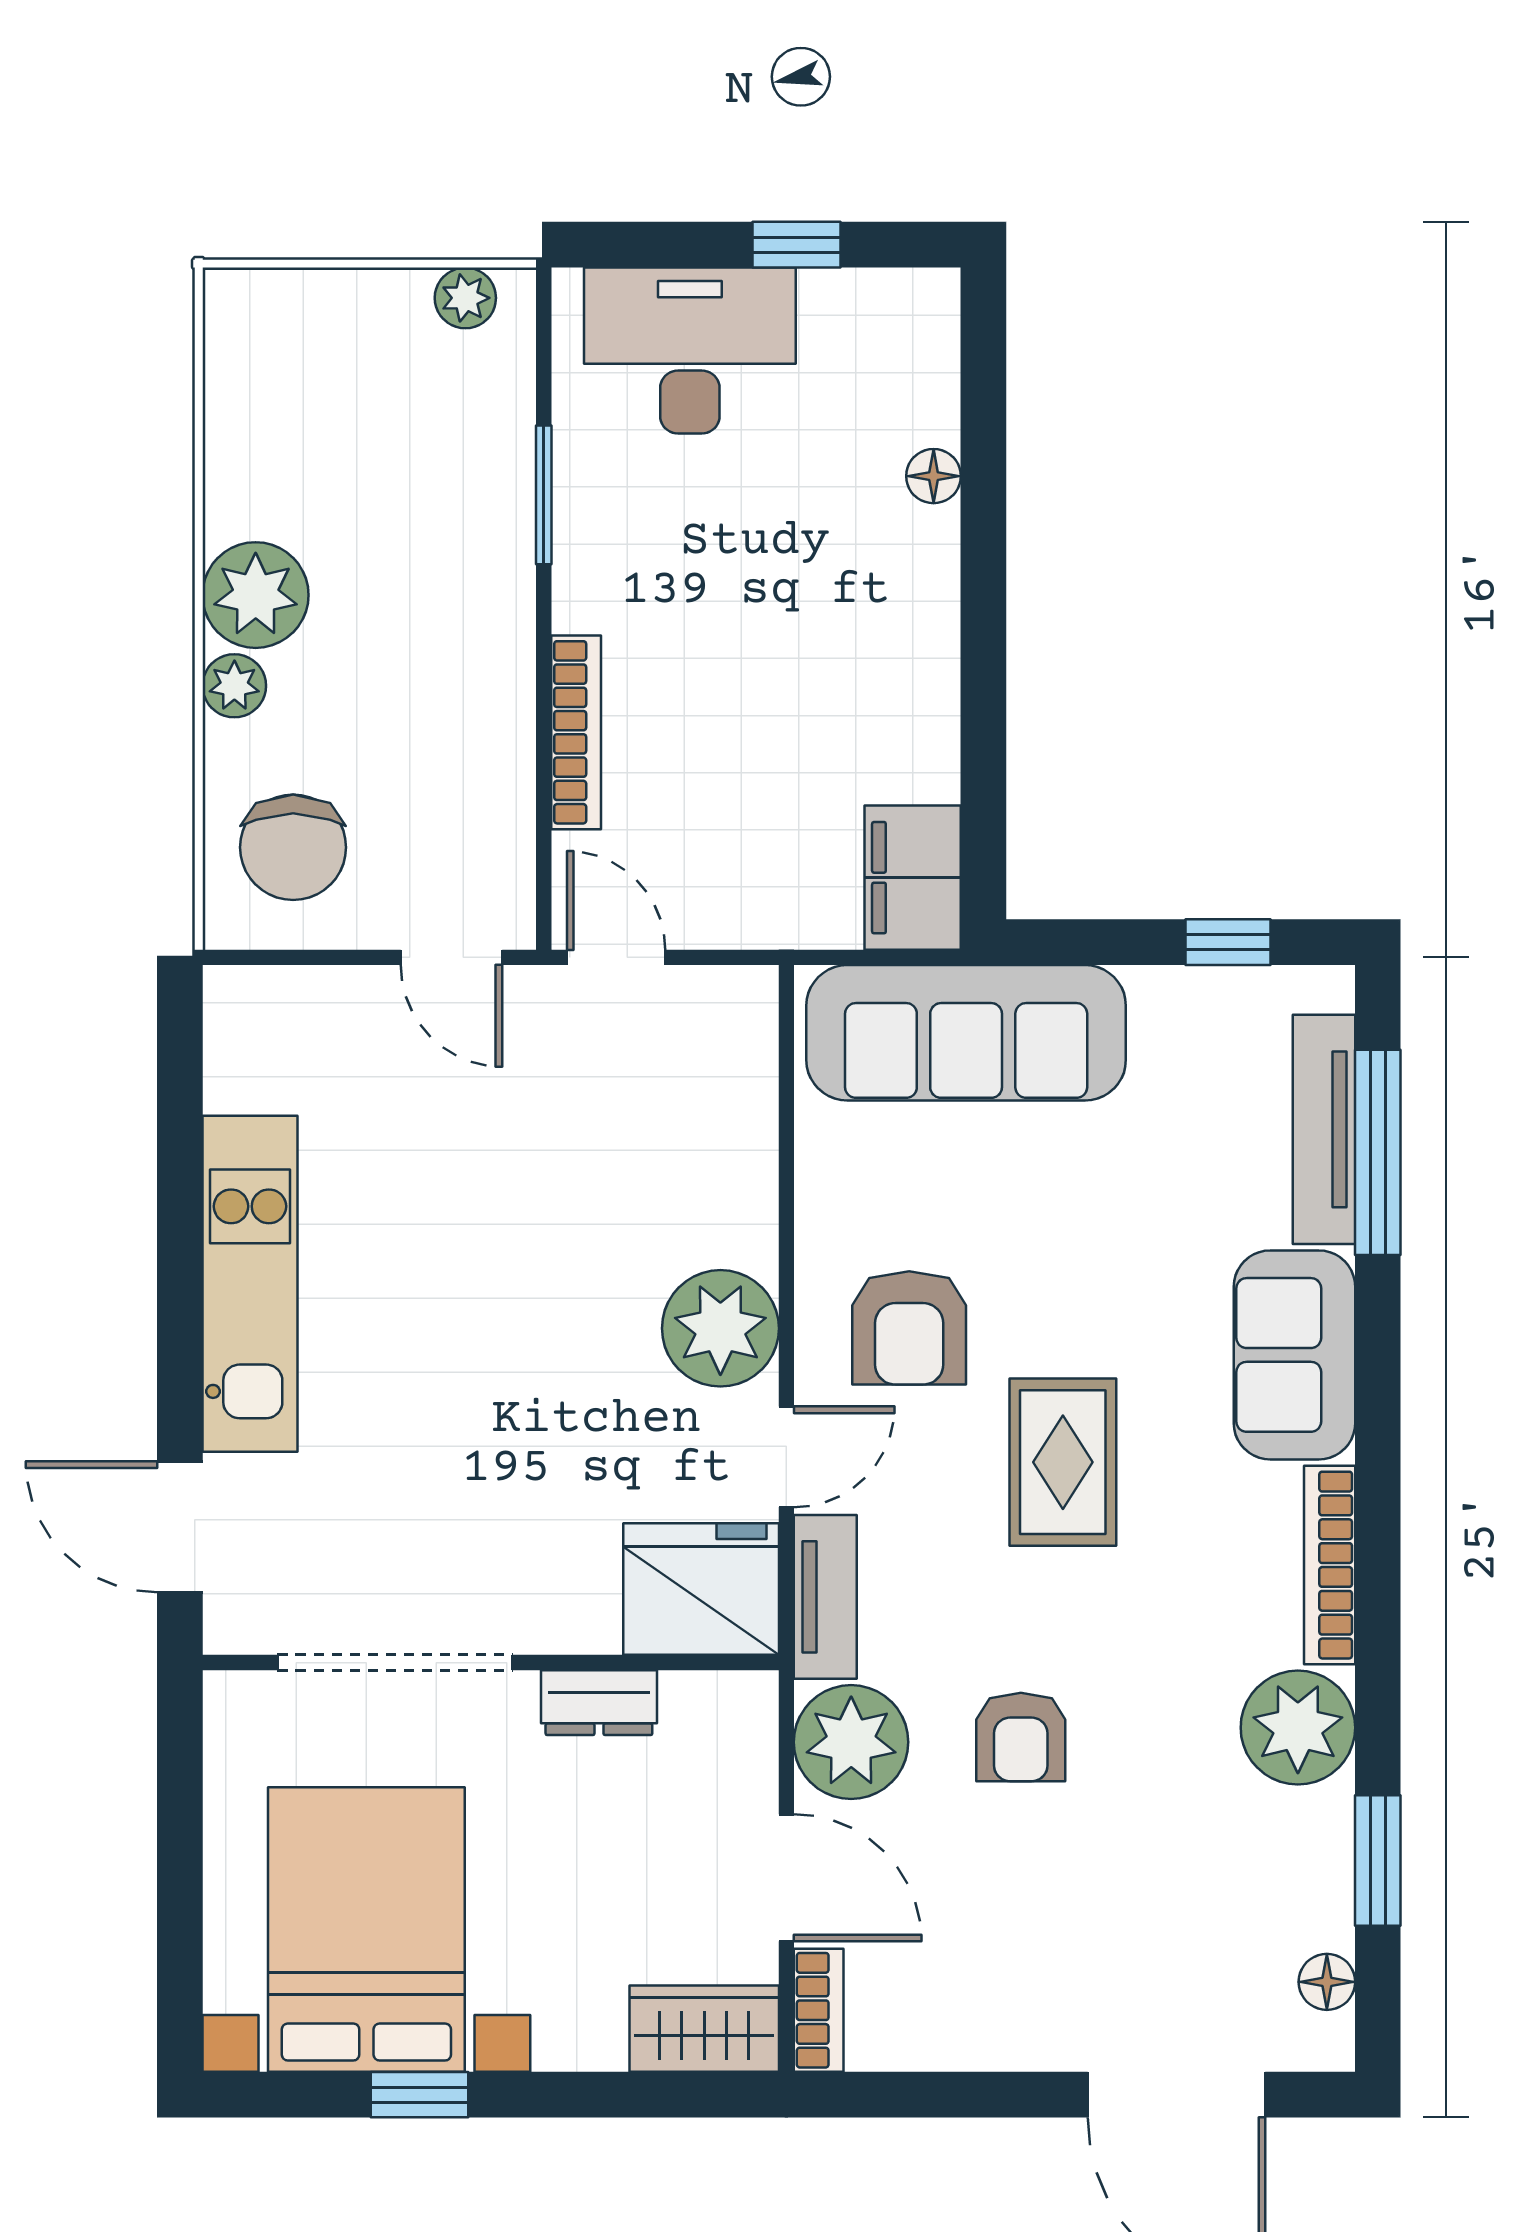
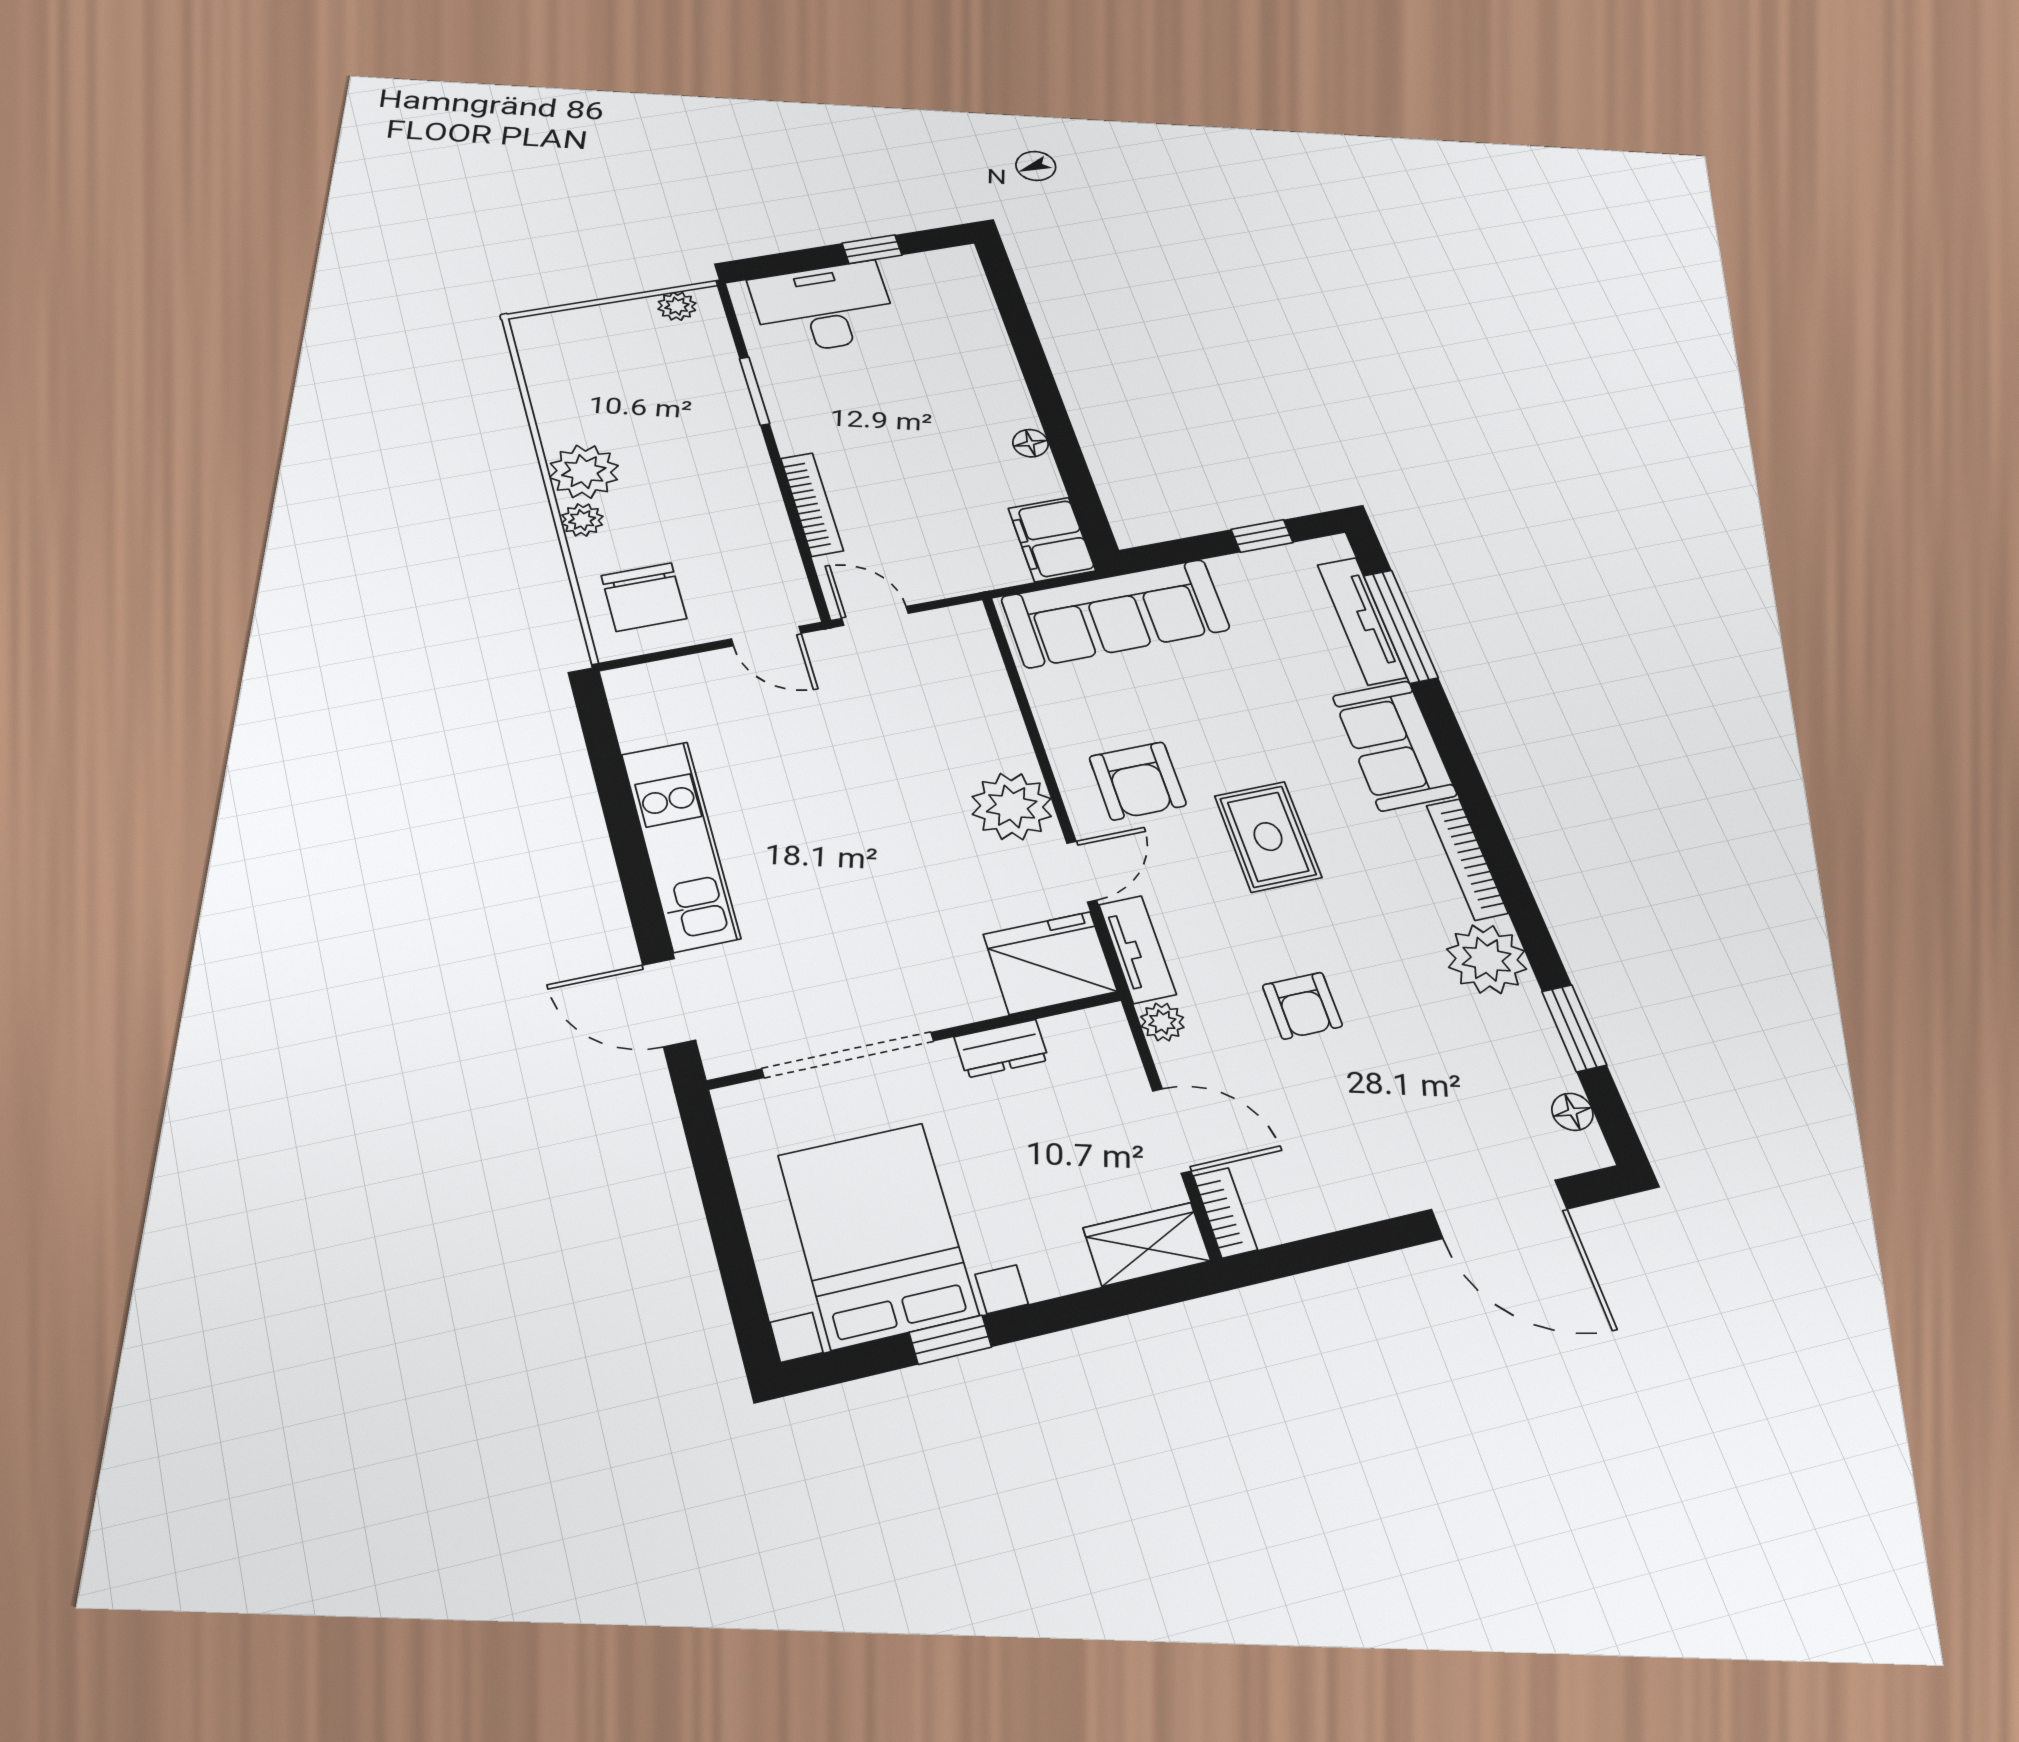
floor lamp: (934, 476) -> (1030, 443), moved
plant: (851, 1742) -> (1162, 1022), width x0.53, depth x0.53

